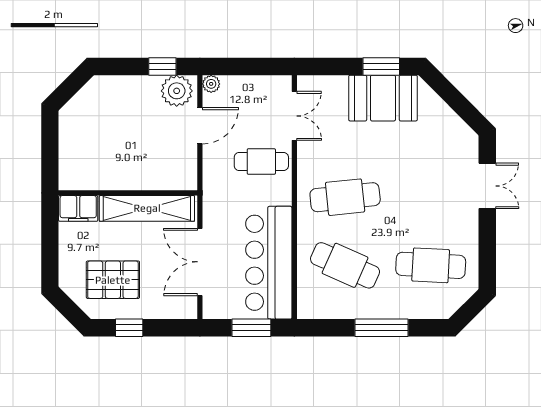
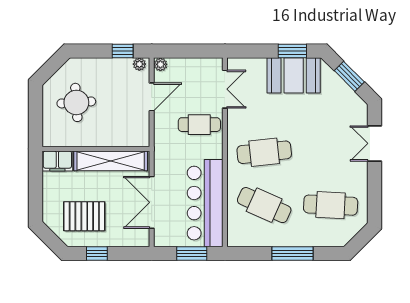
plant: (177, 91) -> (139, 64), width x0.53, depth x0.53
window: (455, 99) -> (349, 76), added
round table: (103, 133) -> (76, 102), added
double door: (487, 186) -> (374, 143), swing flipped

